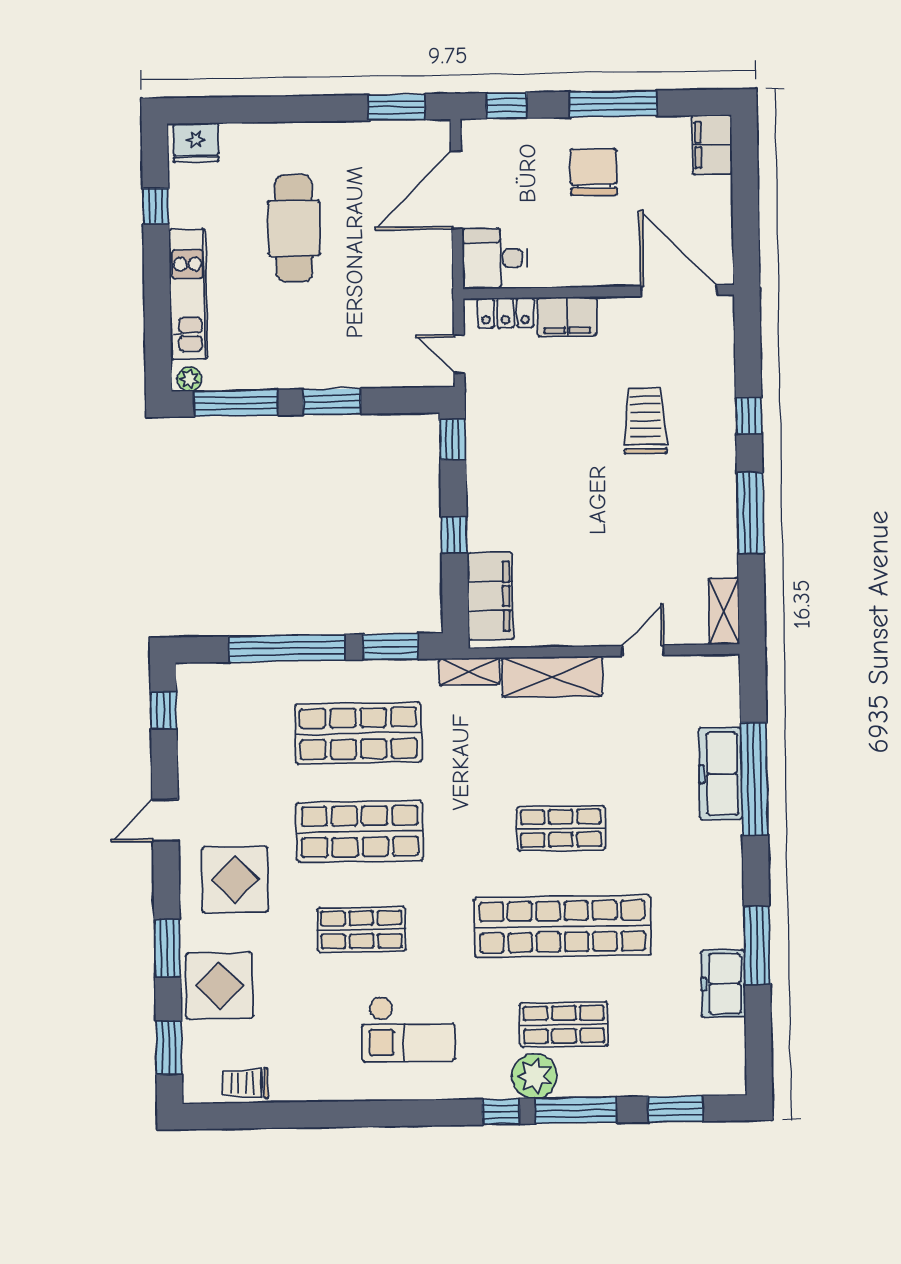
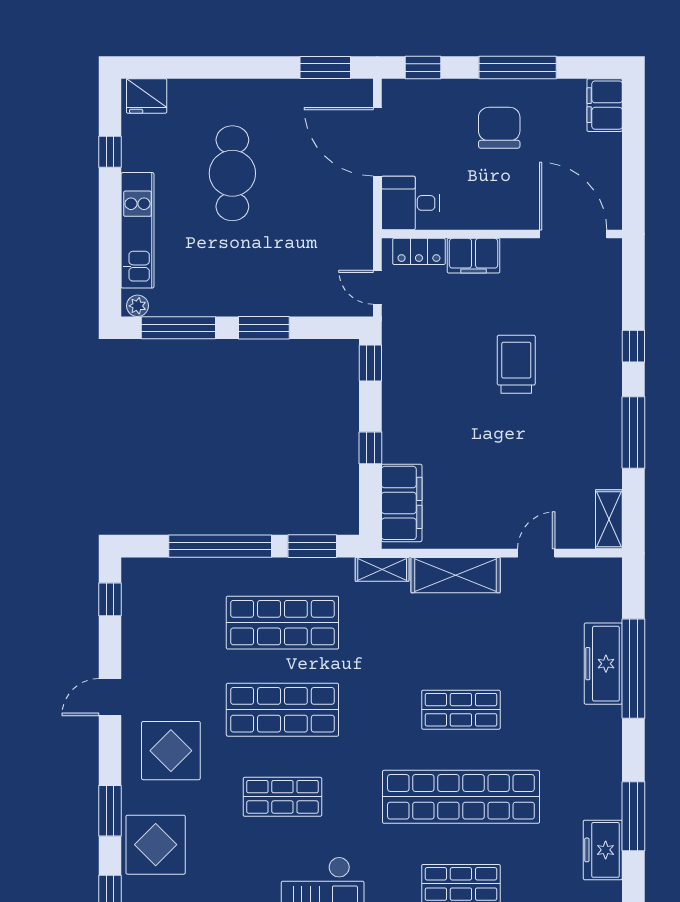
door: (457, 190) -> (377, 142), hinge flipped
trolley: (645, 421) -> (516, 364), moved

